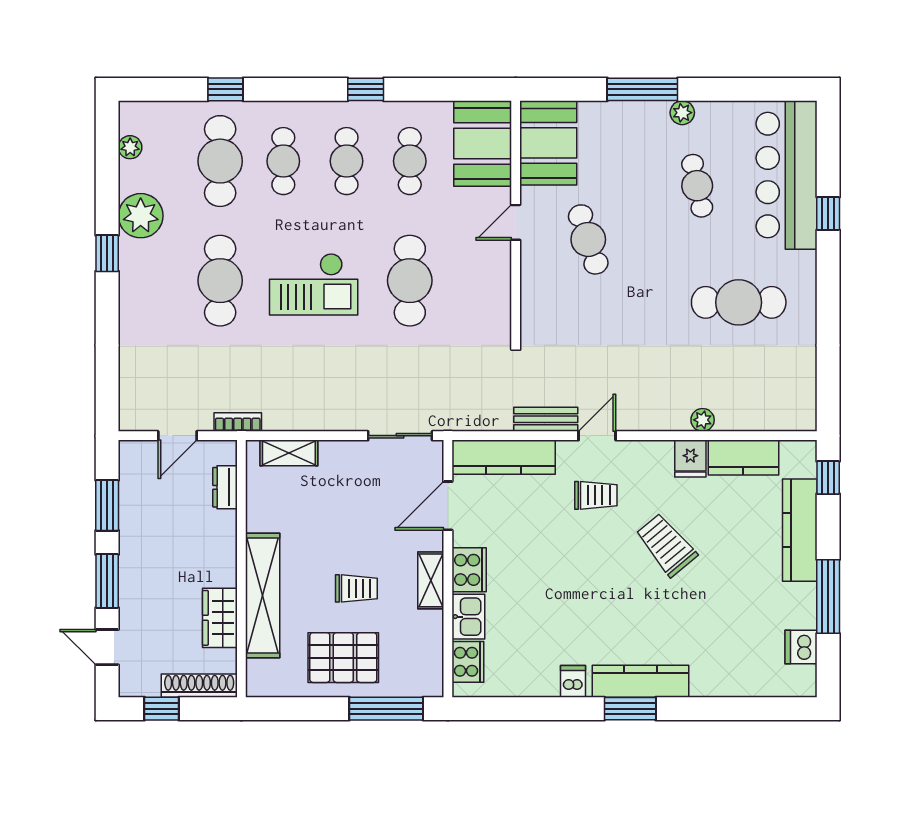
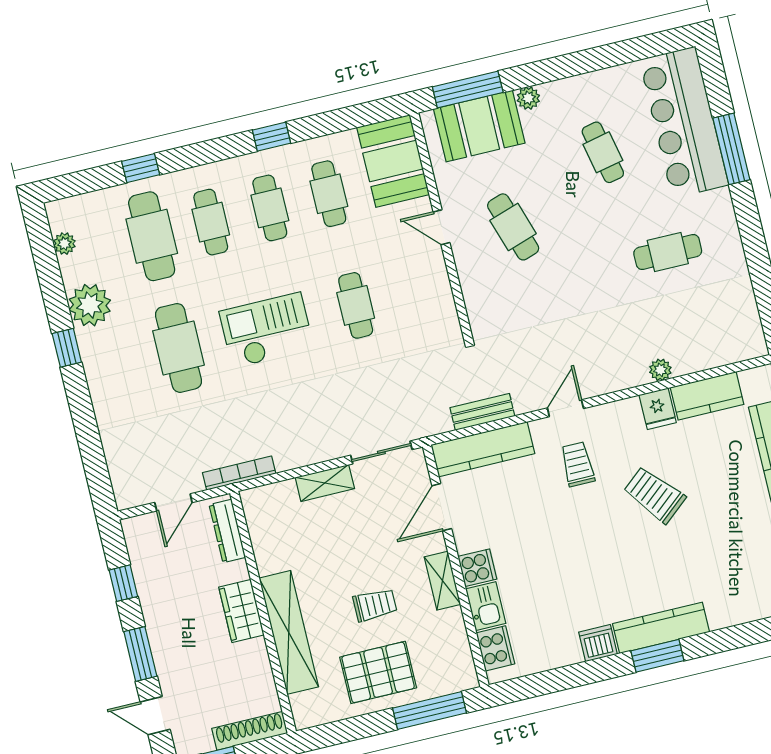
window: (642, 89) -> (468, 90), moved
plant: (682, 113) -> (528, 98), moved
booth: (548, 143) -> (479, 126), moved, turned 90
window: (828, 213) -> (731, 149), width x2.17
door: (516, 222) -> (442, 227), hinge flipped
cafe table: (410, 281) -> (356, 305), width x0.73, depth x0.74
checkout: (314, 284) -> (267, 330), turned 180
cafe table: (739, 302) -> (668, 252), width x0.73, depth x0.74
bench: (546, 419) -> (482, 412), moved
bookcase: (238, 422) -> (239, 473), width x1.56
shelving: (289, 453) -> (325, 483), moved
dresser: (225, 487) -> (227, 531), width x1.44
trolley: (596, 495) -> (578, 464), turned -90
window: (107, 505) -> (123, 583), width x0.67
cooker: (469, 570) -> (477, 568), width x0.73
wardrobe: (220, 618) -> (241, 611), moved
dishwasher: (573, 681) -> (598, 643), width x1.38

